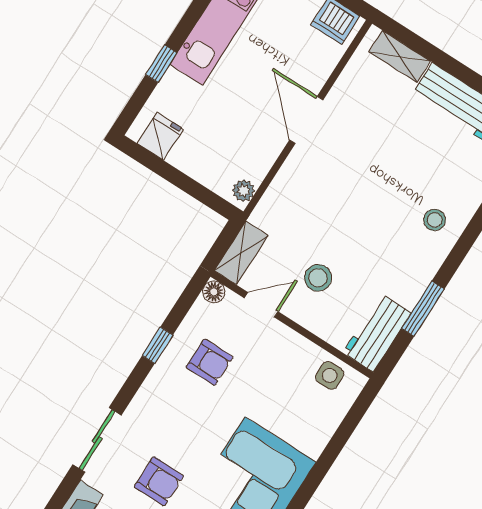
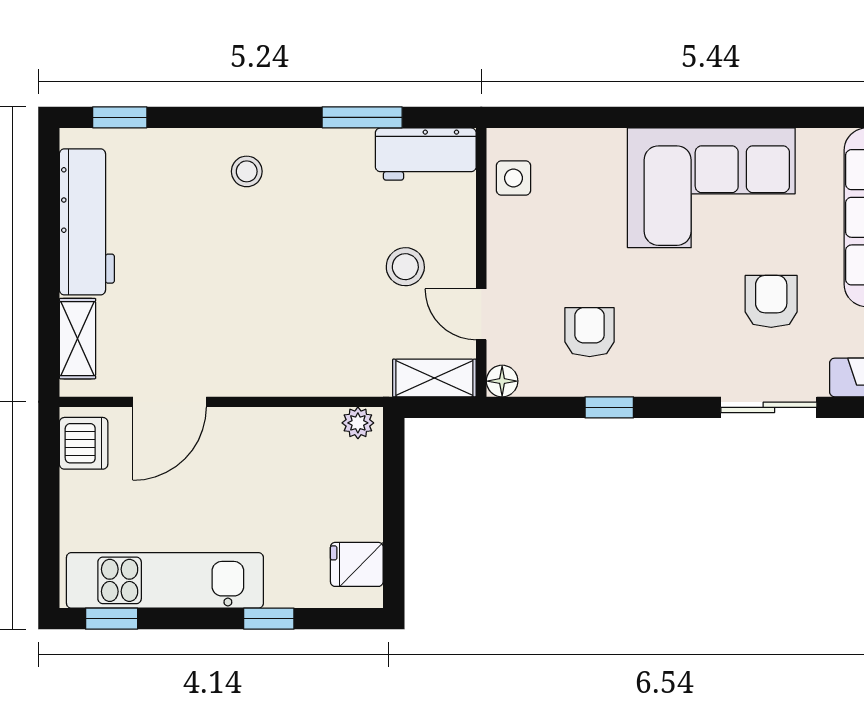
door: (306, 120) -> (170, 402), moved

